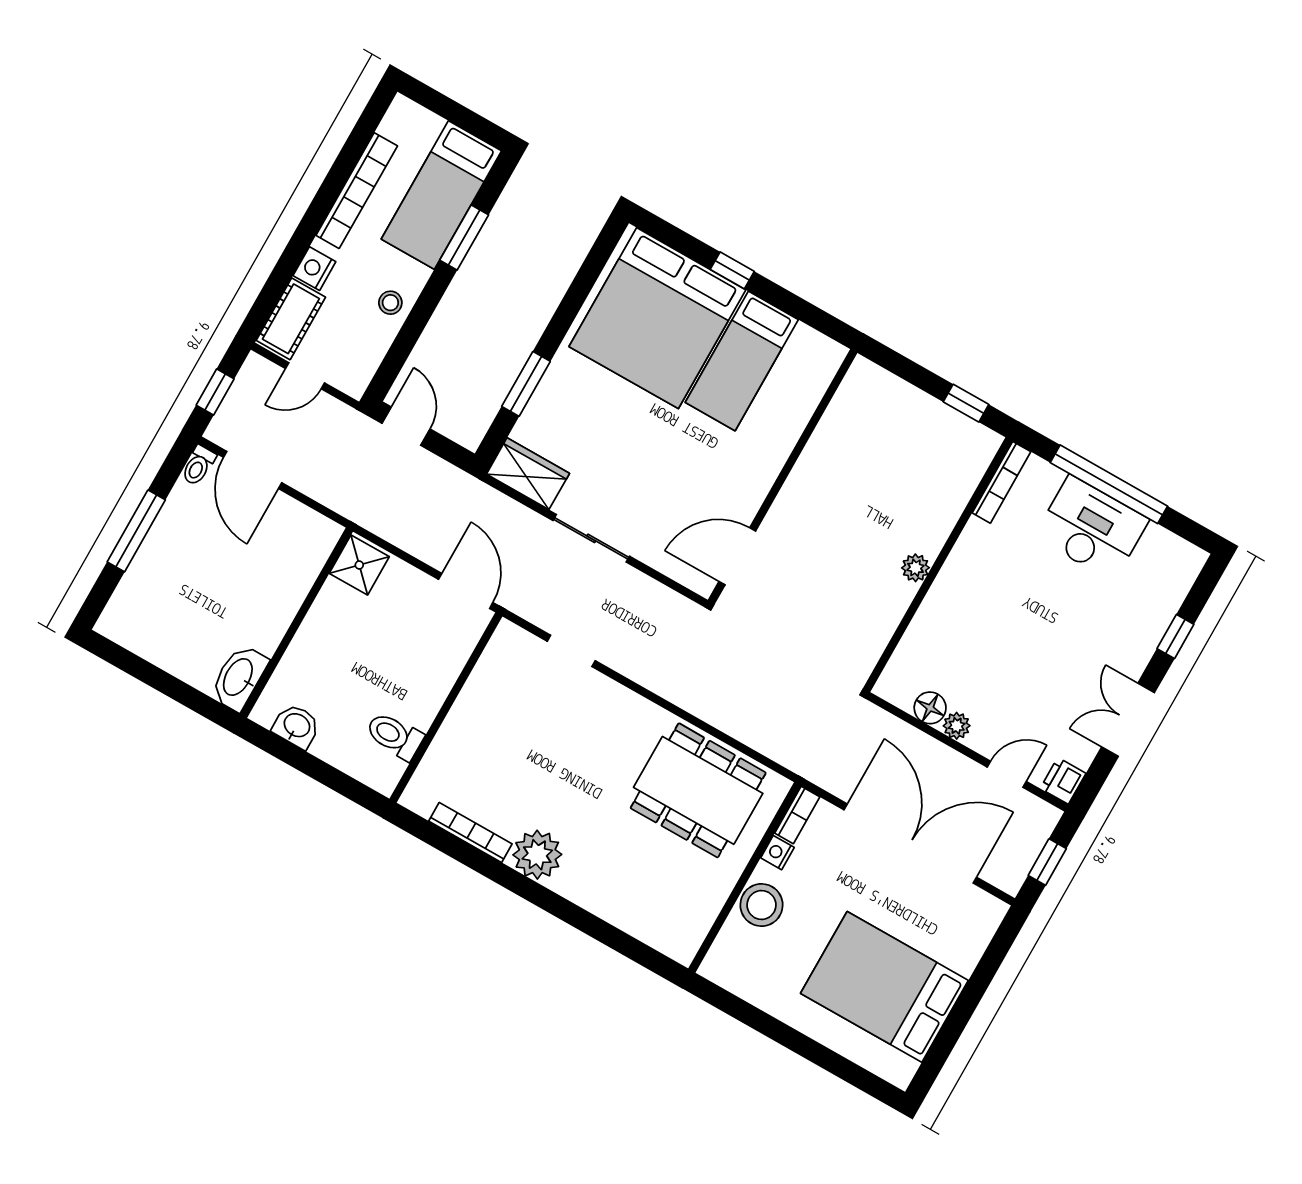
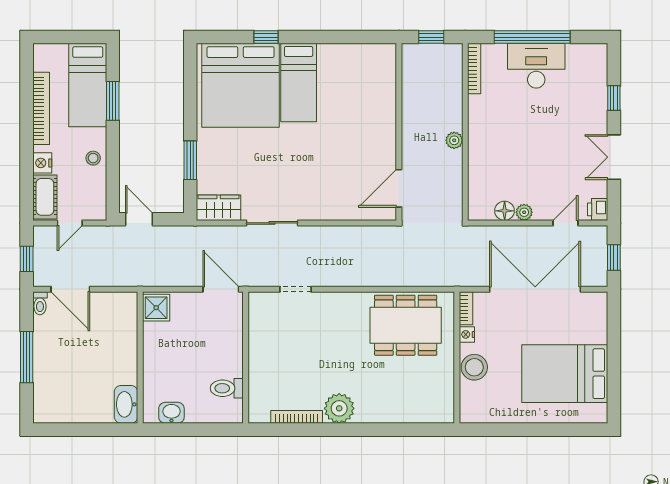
wall: (783, 476) -> (399, 132), moved
door: (737, 556) -> (399, 188), moved

